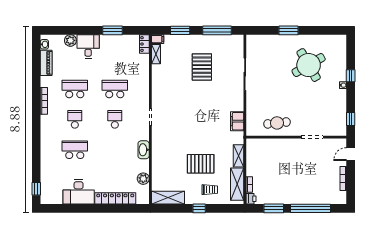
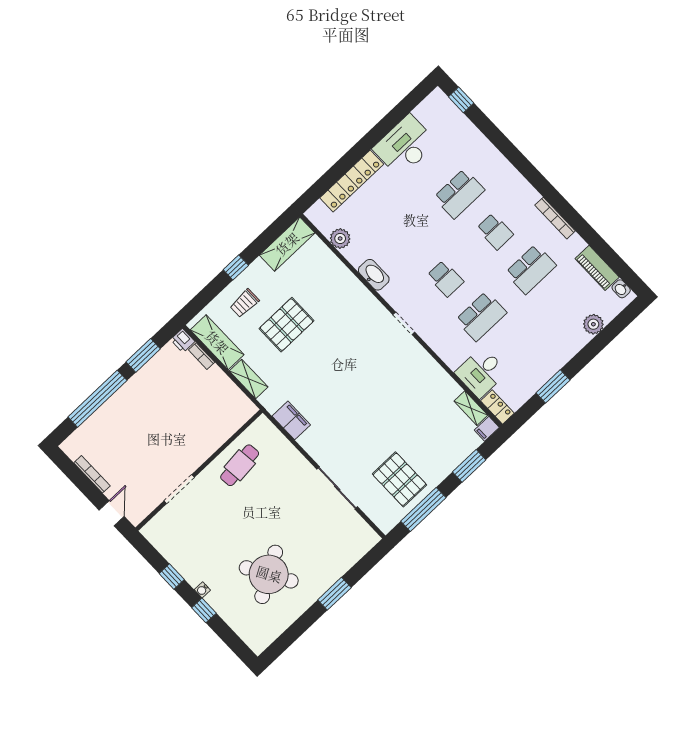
desk: (88, 46) -> (481, 372), moved, turned 90
pallet: (202, 67) -> (399, 479), moved
window: (351, 119) -> (172, 577), moved

